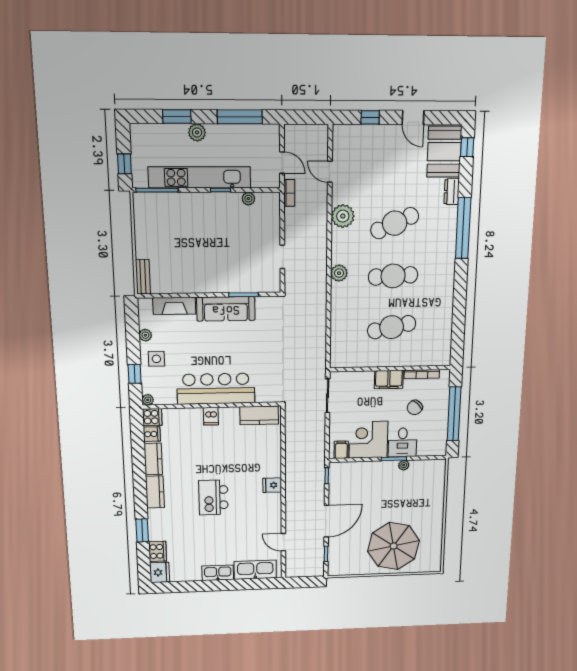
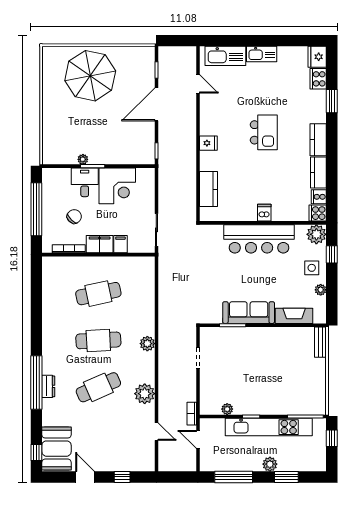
dresser: (452, 192) -> (48, 386), moved
plant: (148, 400) -> (316, 234), width x1.87, depth x1.87
kitchen counter: (259, 415) -> (208, 189), moved, turned 90
filing cabinet: (341, 450) -> (120, 244), moved, turned 180

